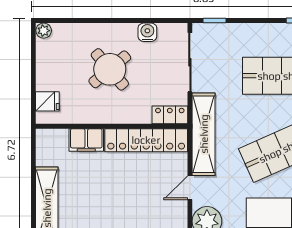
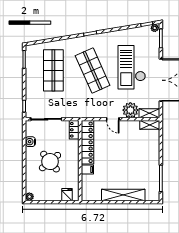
shelving: (204, 134) -> (84, 112), removed
filing cabinet: (86, 140) -> (87, 169), width x0.50

